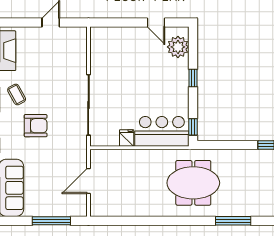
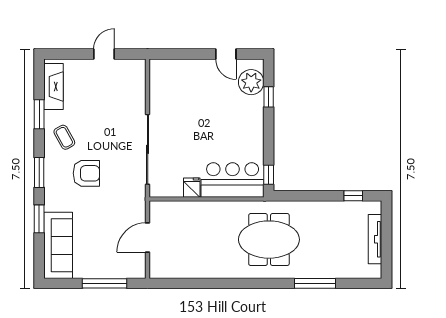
window: (193, 78) -> (269, 97), moved

